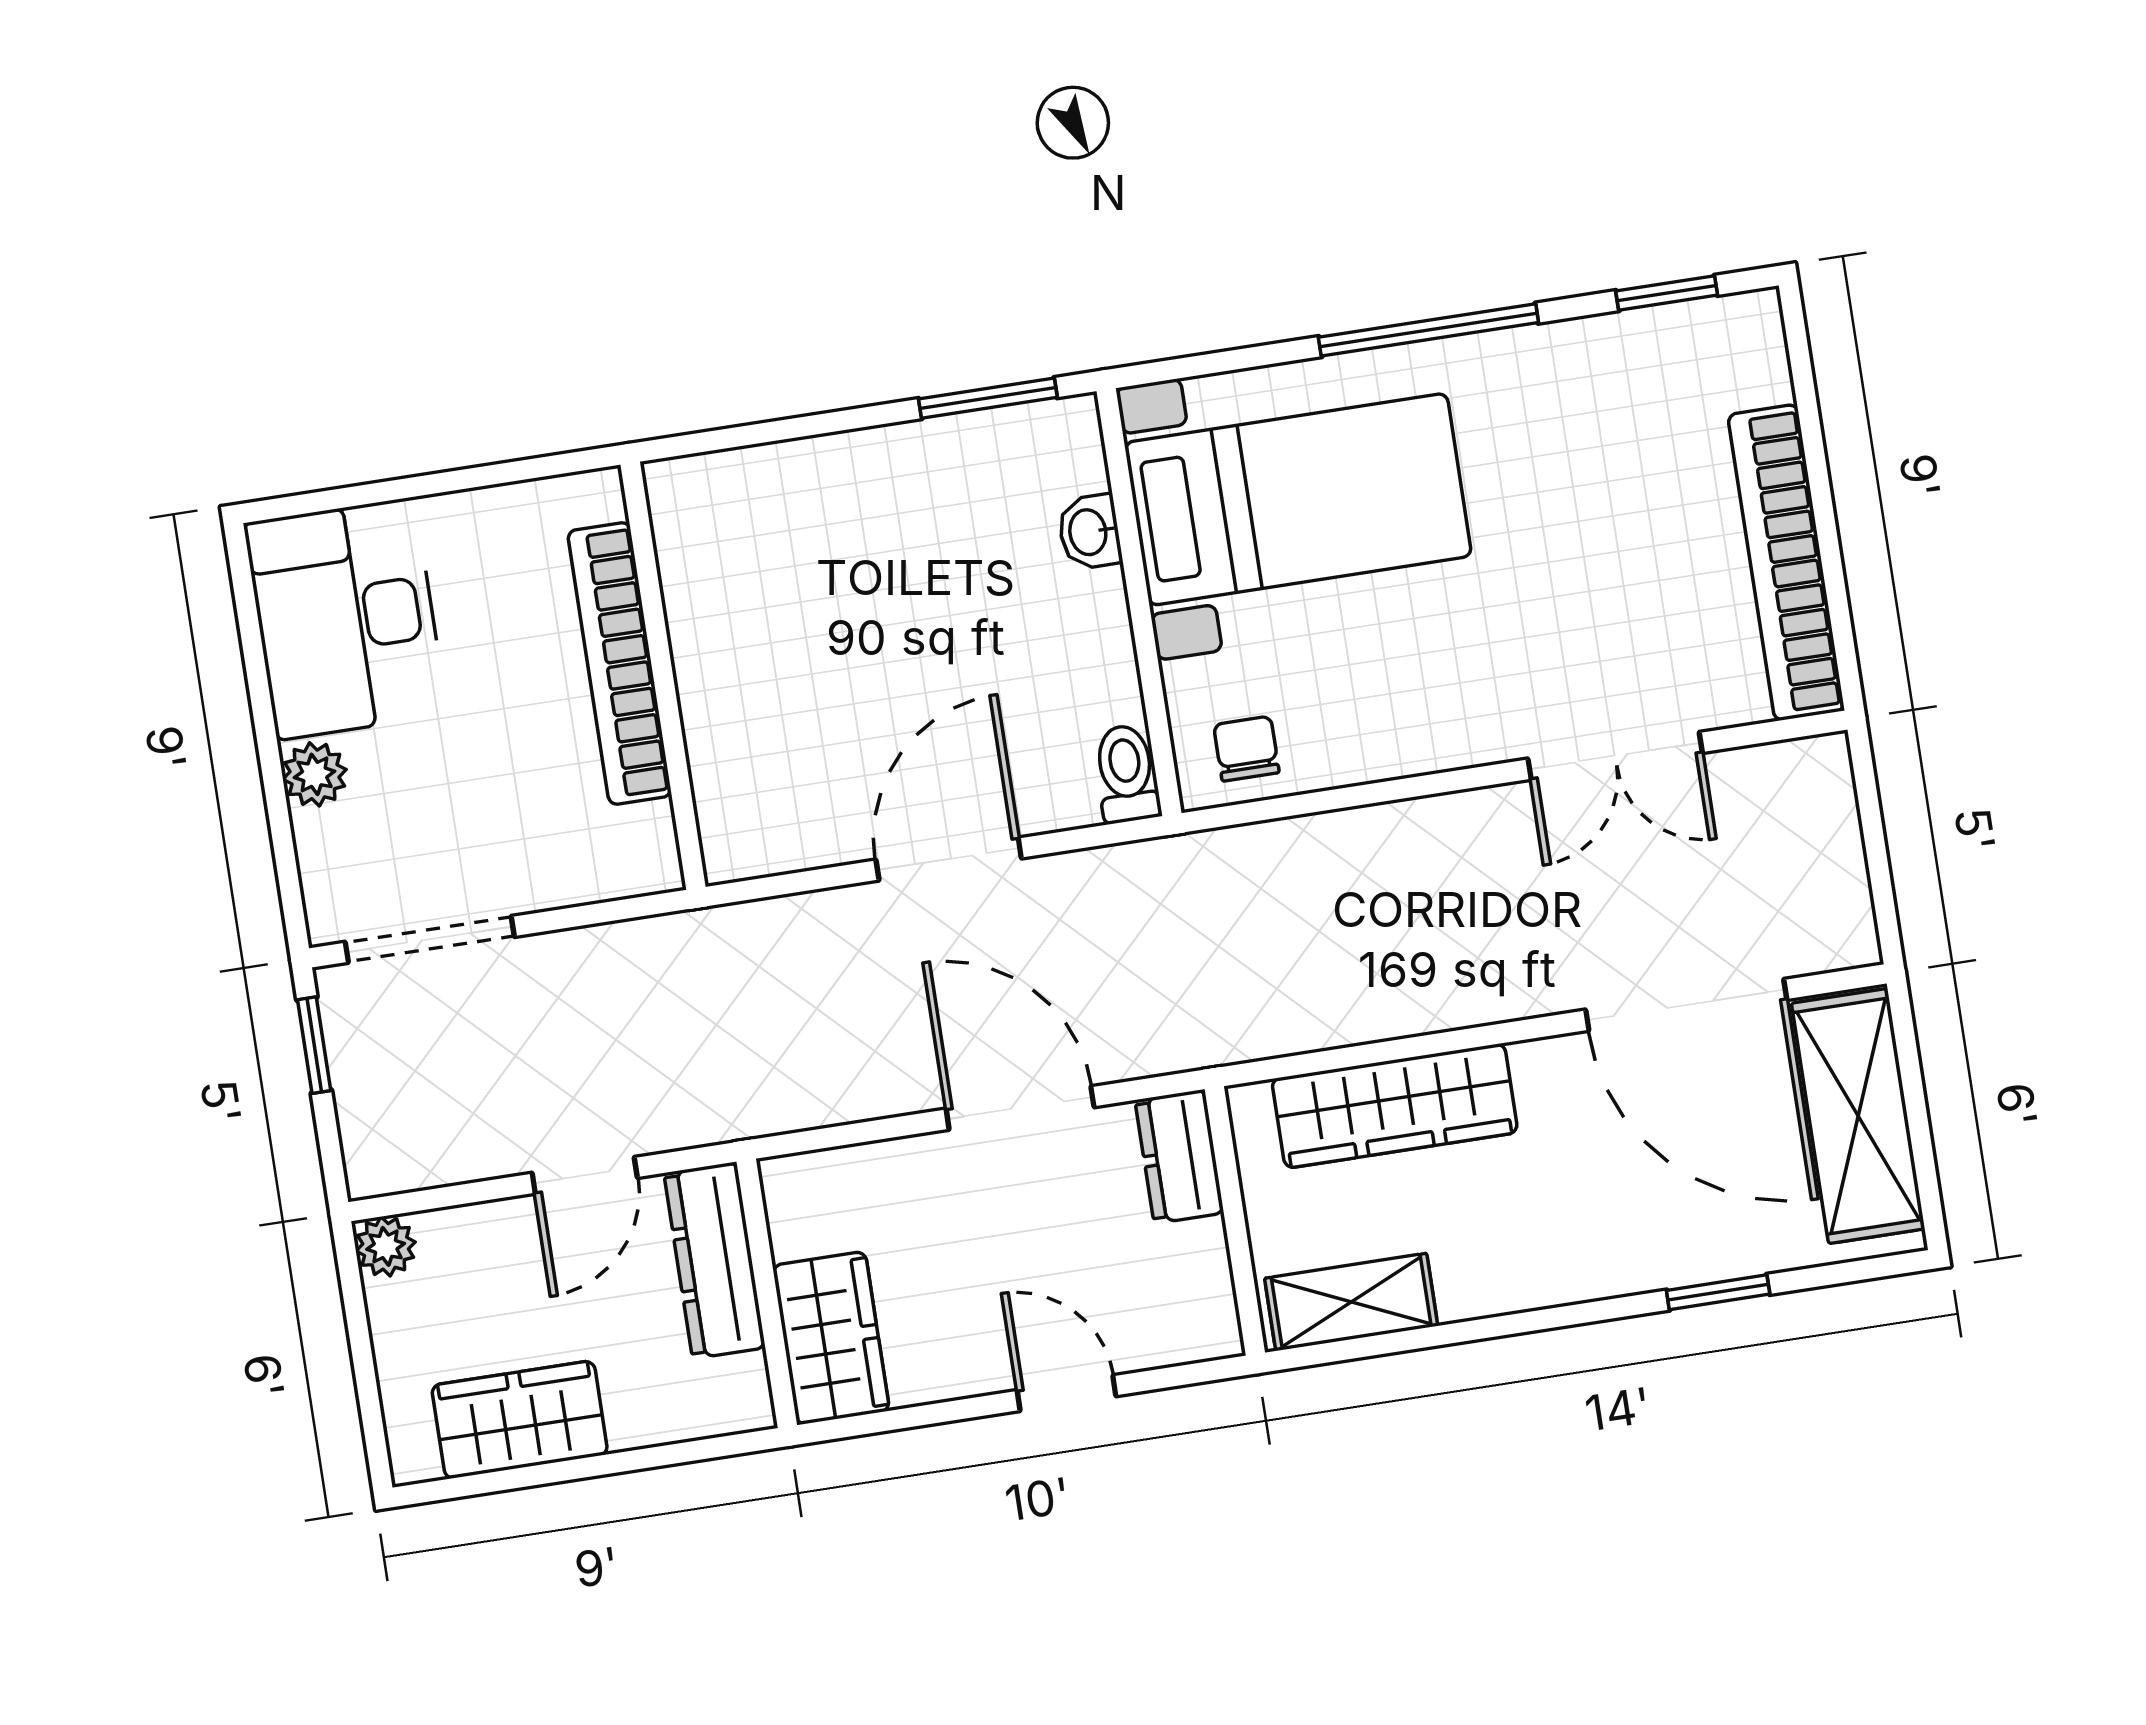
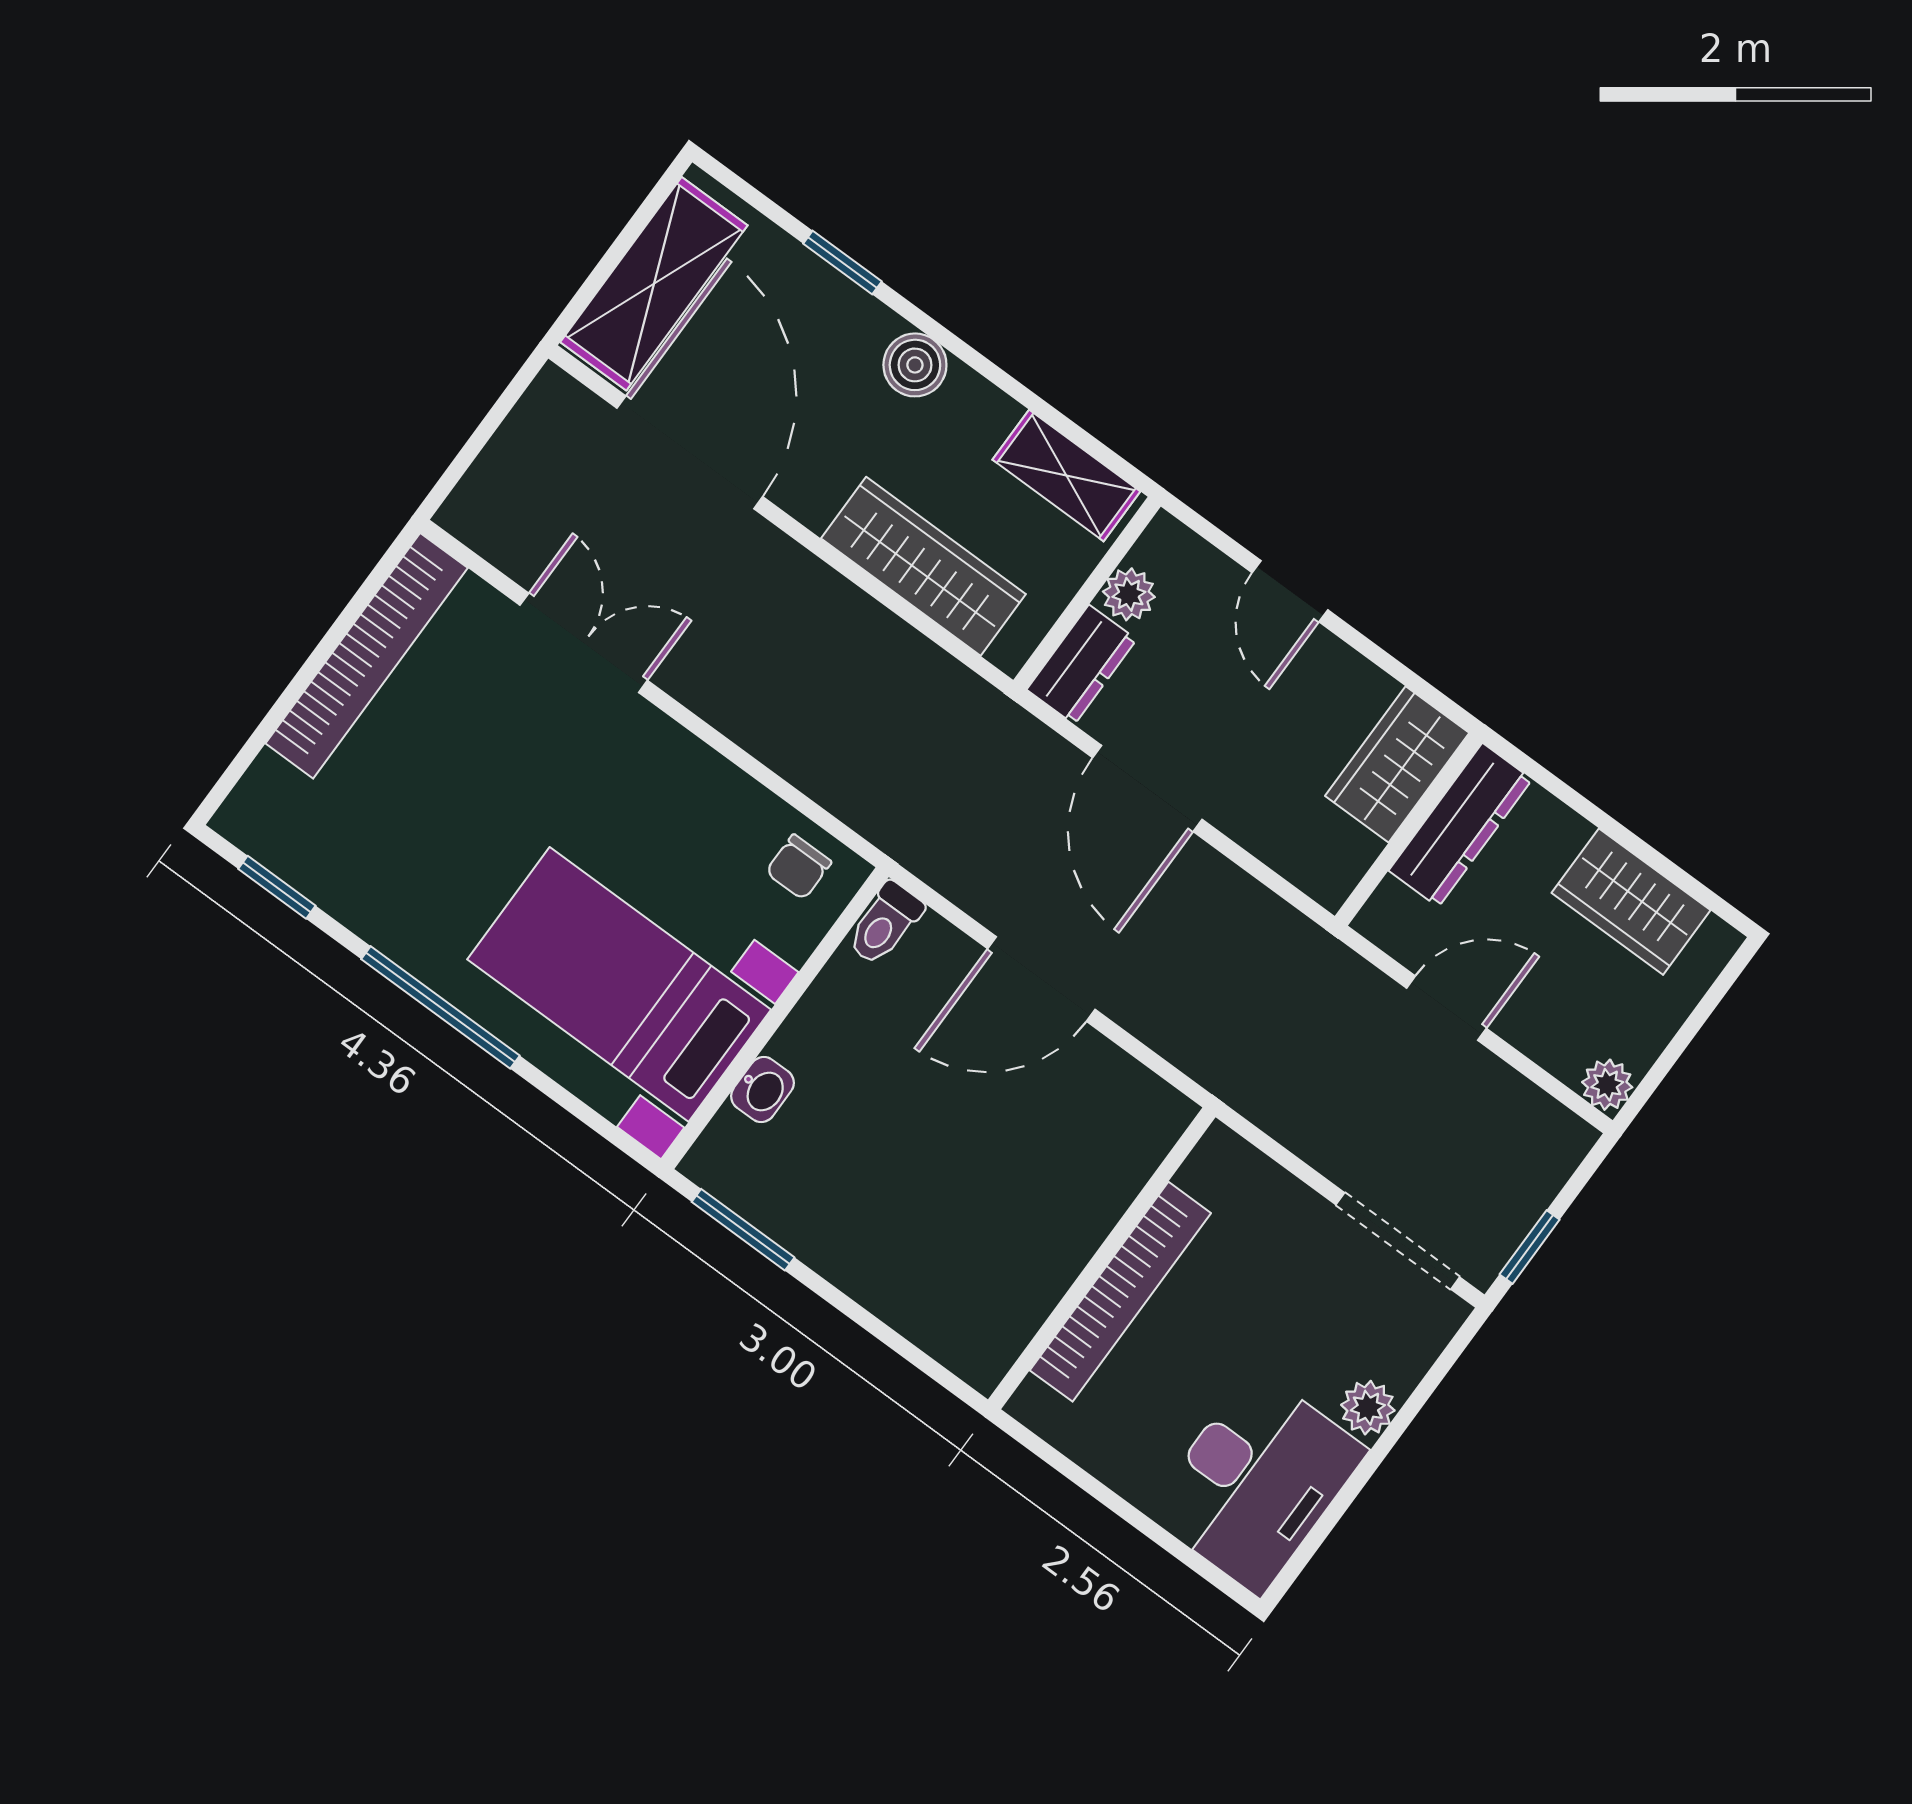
plant: (1199, 1255) -> (1129, 594), added
dresser: (715, 1260) -> (1460, 825), moved
boiler: (1571, 1267) -> (915, 365), added

